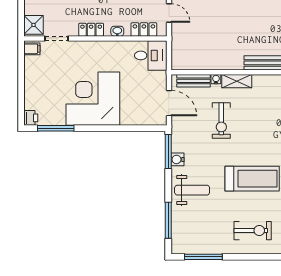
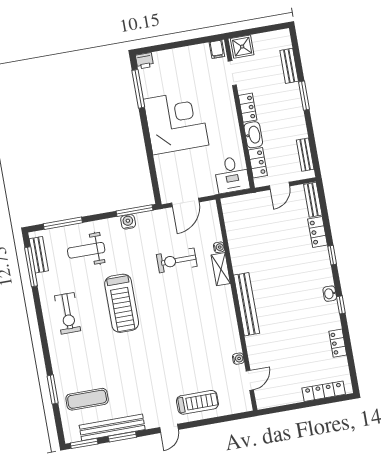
washbasin: (117, 31) -> (253, 135), width x1.91, depth x1.45
bench: (194, 81) -> (39, 255), moved
weight bench: (192, 190) -> (86, 250), moved, turned 90

